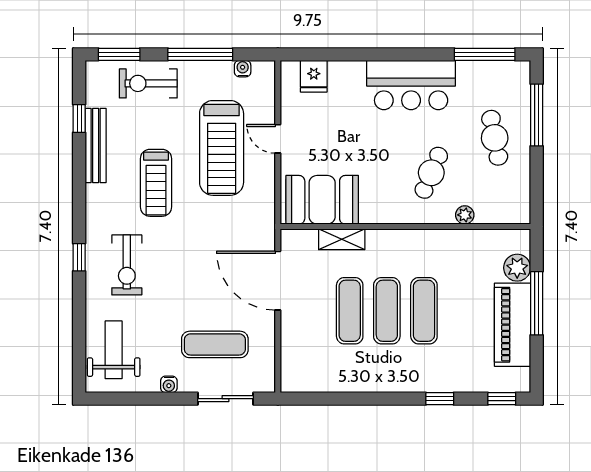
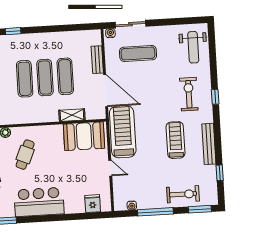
bench: (96, 145) -> (209, 144), moved
treadmill: (222, 148) -> (123, 132), moved
bench: (290, 338) -> (97, 60), added
water cooler: (169, 384) -> (110, 33), moved

